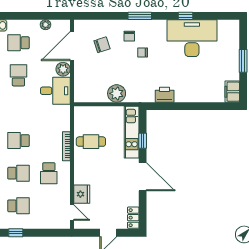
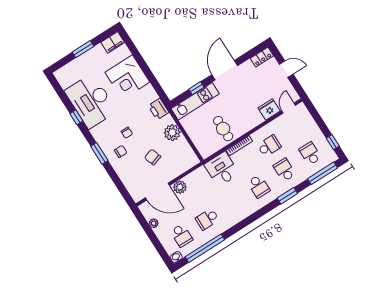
chair: (102, 45) -> (153, 157), moved
corner desk: (192, 85) -> (127, 77), added
desk: (55, 91) -> (222, 169), moved
printer: (165, 95) -> (159, 109), moved

